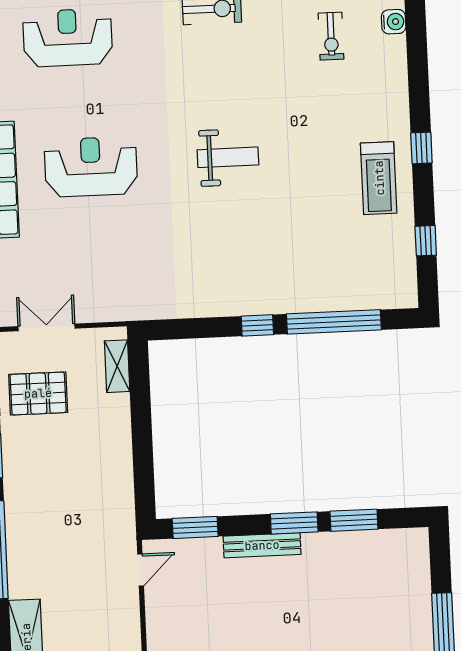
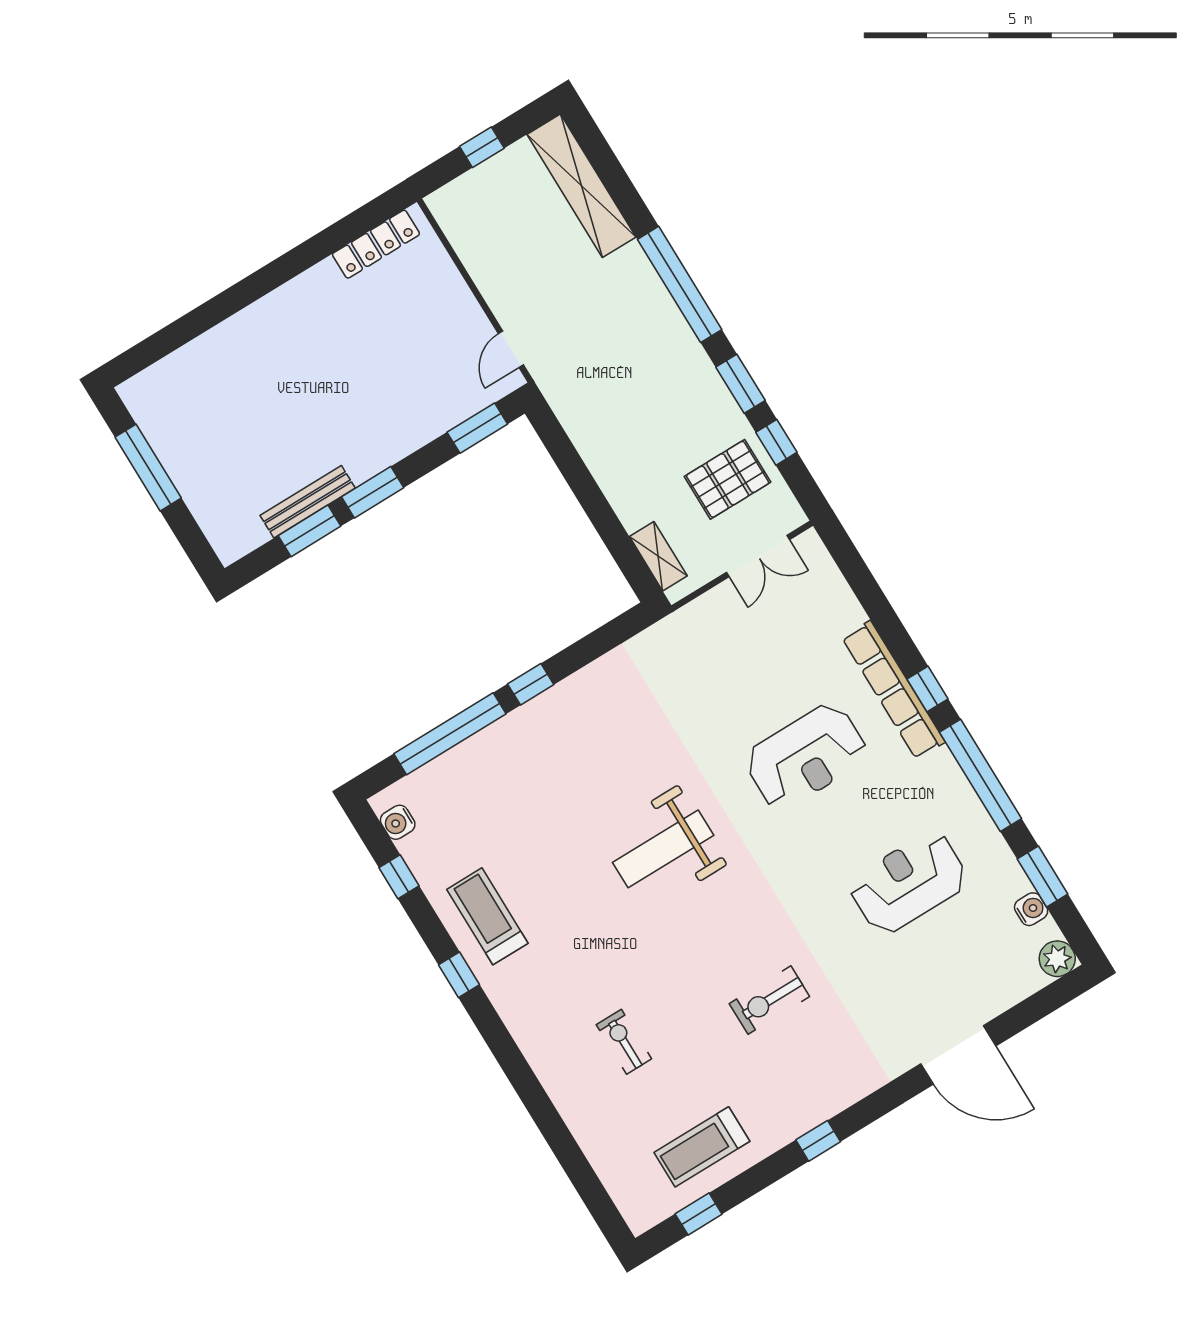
water cooler: (394, 22) -> (398, 822), moved
reception desk: (68, 38) -> (908, 883), turned 180
weight bench: (228, 157) -> (663, 849), width x1.36, depth x1.33
bench: (262, 545) -> (308, 502), moved

